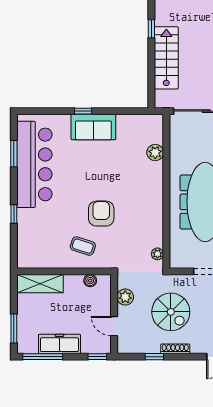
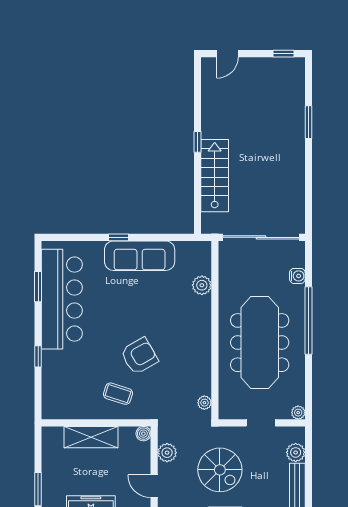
sofa: (93, 127) -> (140, 256), width x1.36
armchair: (101, 214) -> (139, 356), turned 60
boiler: (90, 281) -> (143, 434), moved
shelving: (40, 284) -> (91, 437), moved

